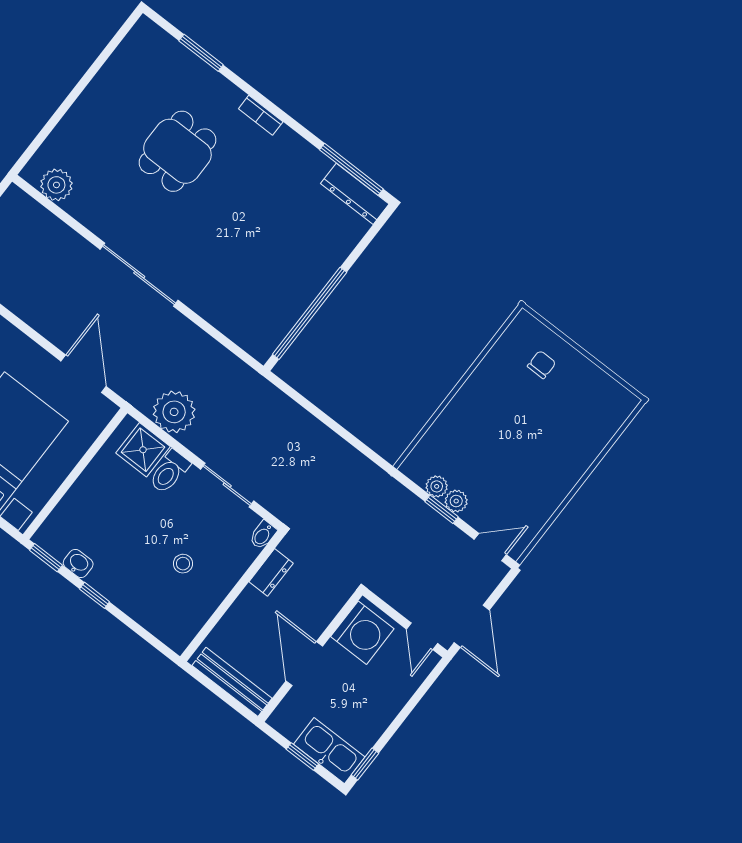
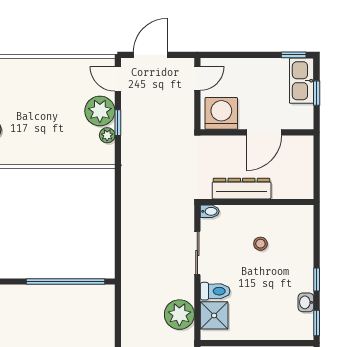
plant: (456, 501) -> (100, 111), width x1.88, depth x1.88
dresser: (271, 572) -> (242, 189), width x1.96, depth x1.24
door: (472, 626) -> (150, 55), moved
bench: (232, 682) -> (305, 165), removed

